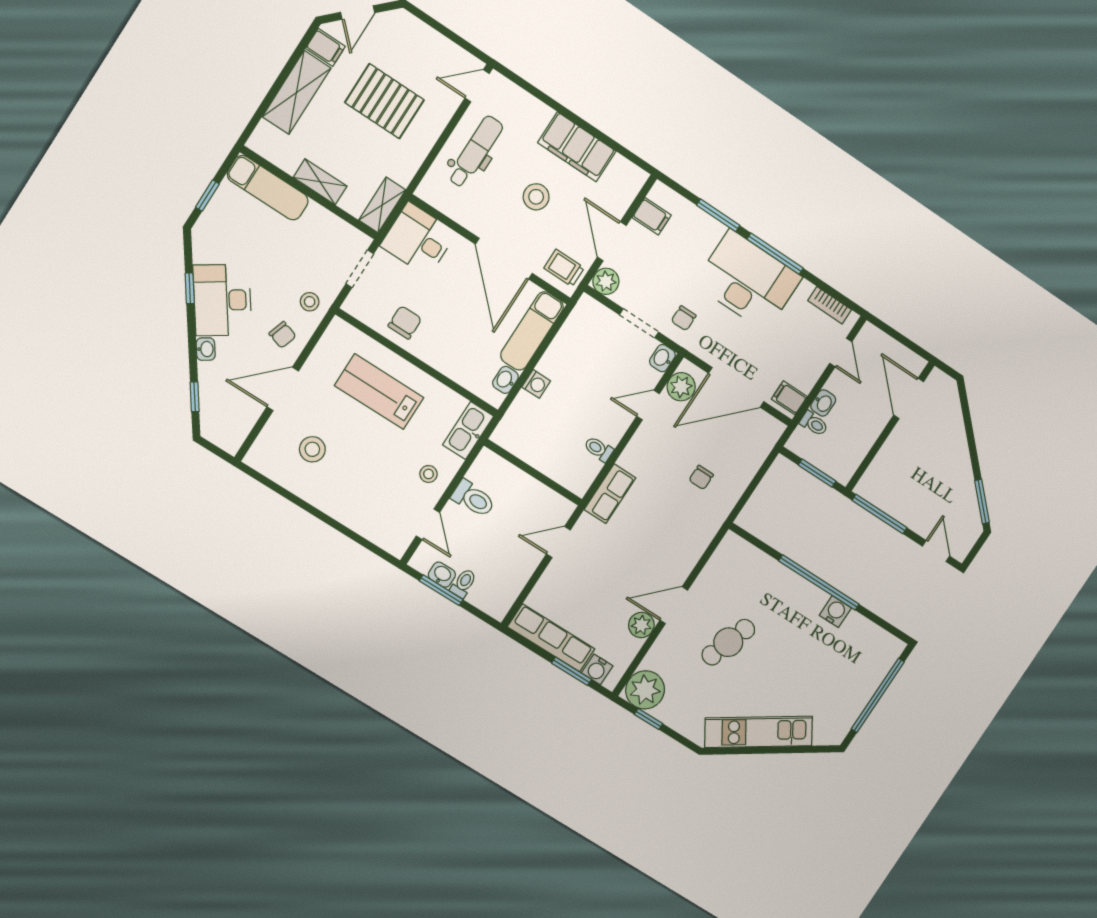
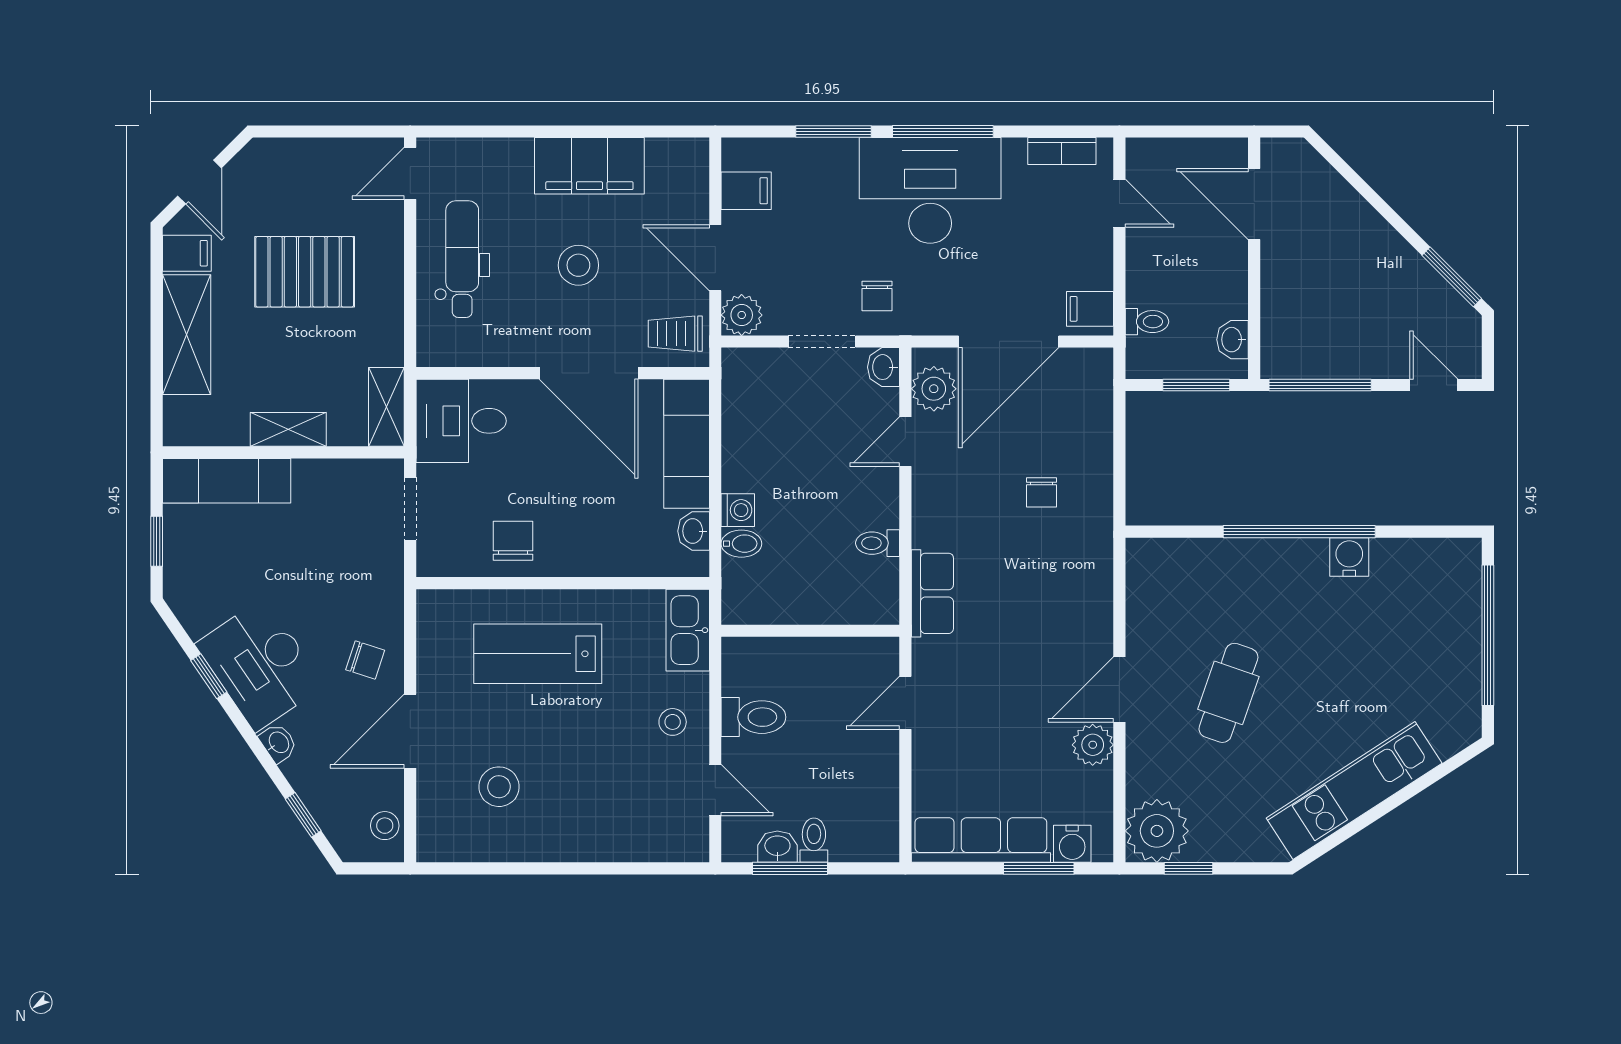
stool: (310, 302) -> (385, 826), moved
bidet: (527, 403) -> (741, 544), added
washbasin: (823, 403) -> (1233, 340), moved, turned 180

